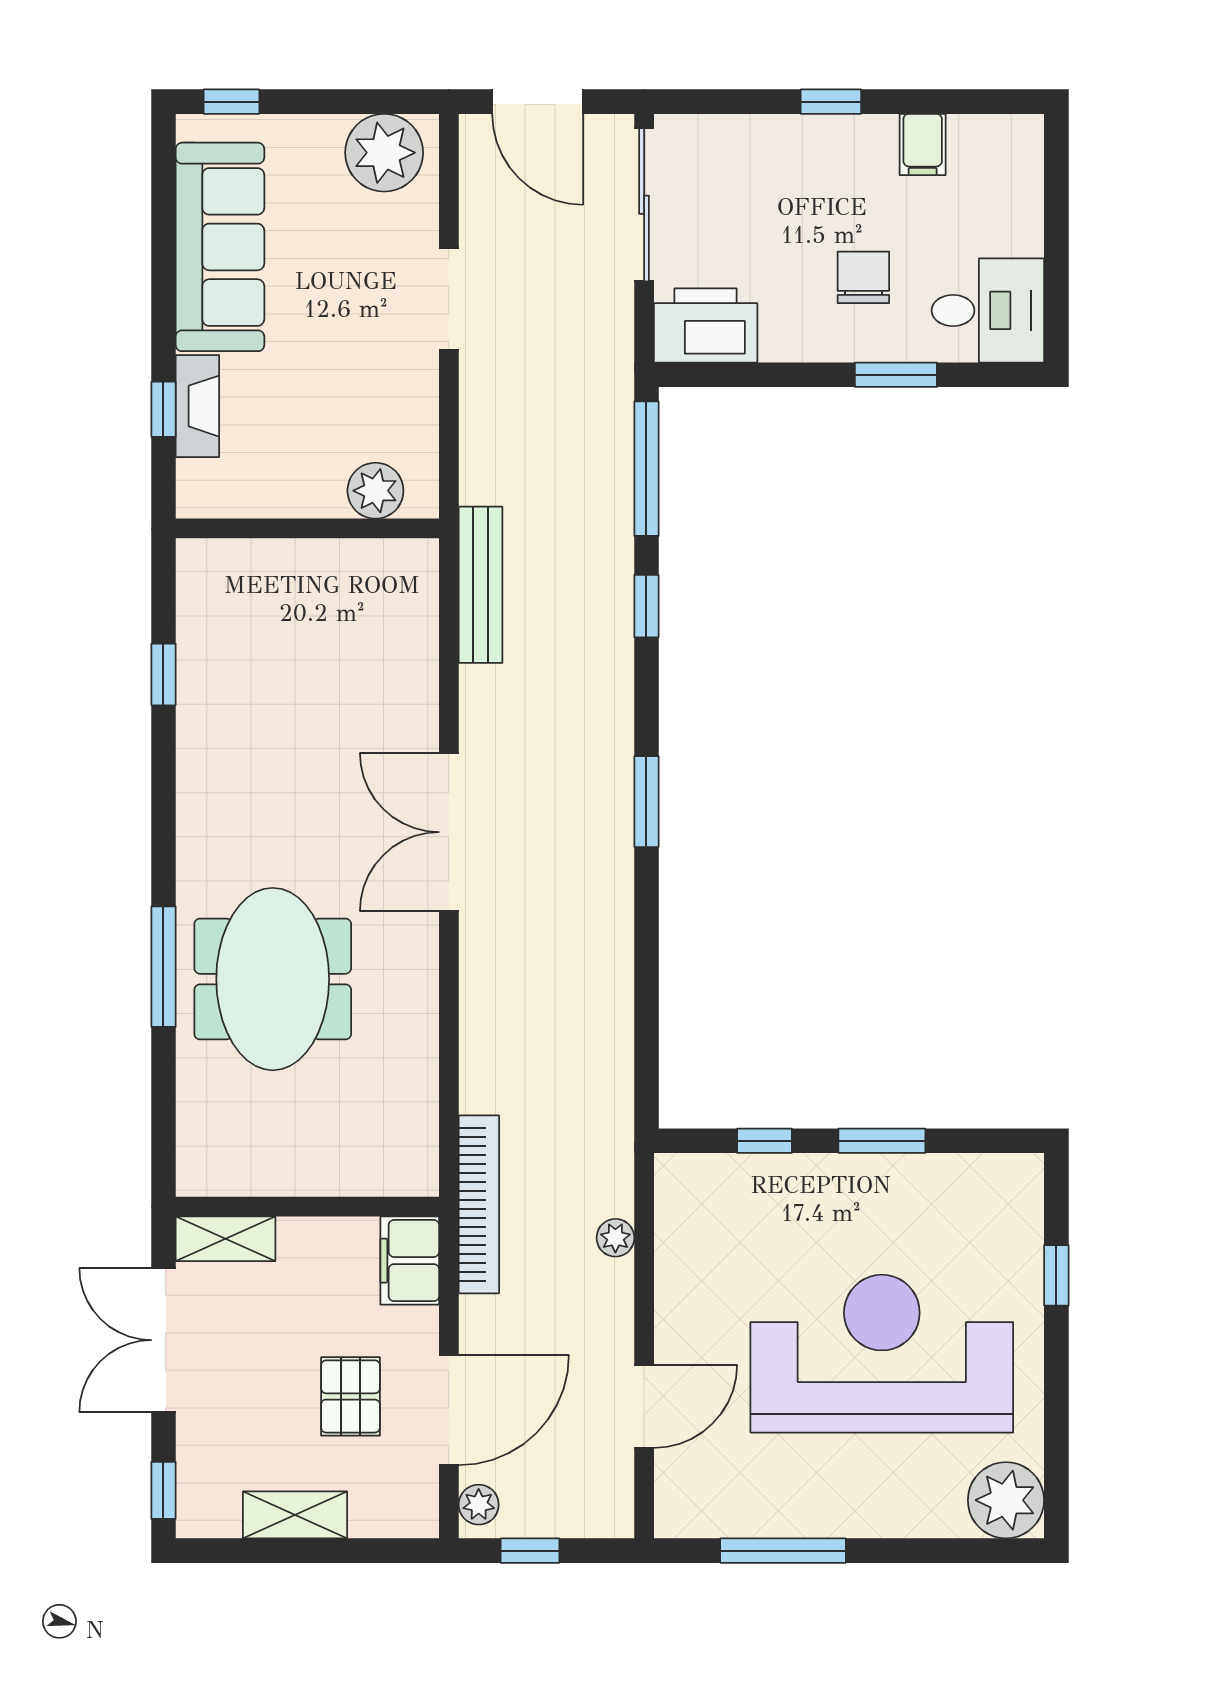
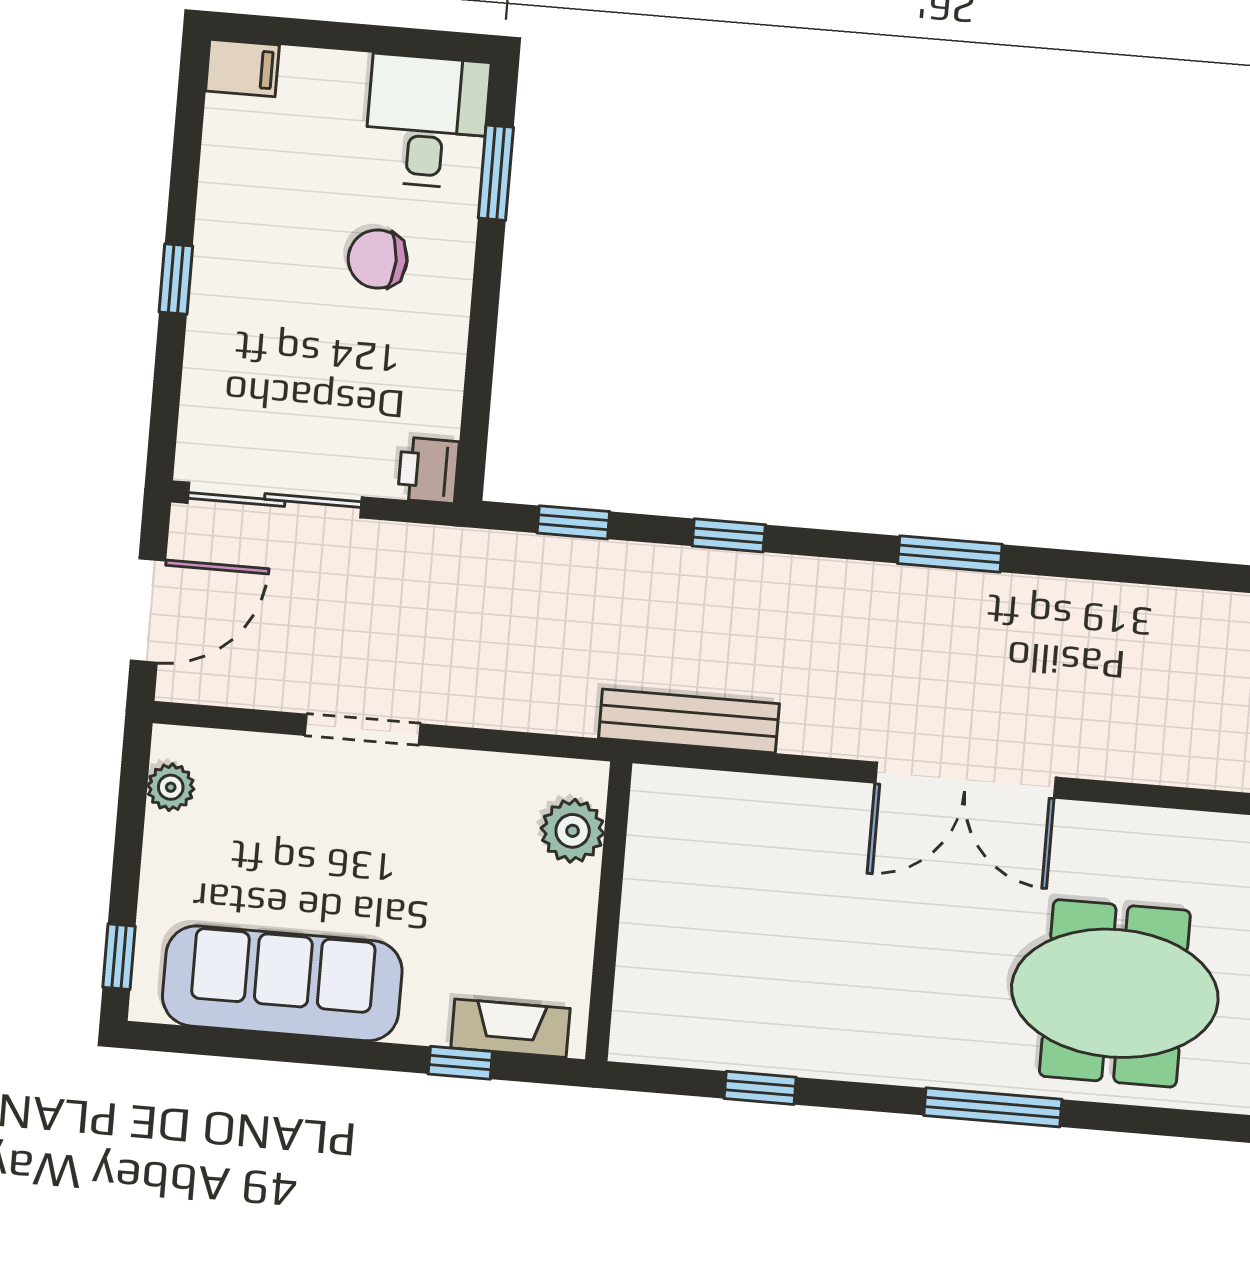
filing cabinet: (923, 144) -> (242, 68), moved
plant: (384, 153) -> (171, 787), width x0.53, depth x0.53
printer: (706, 325) -> (428, 470), width x0.53, depth x0.68
window: (896, 375) -> (496, 173), moved
fireplace: (197, 406) -> (510, 1028), moved
window: (646, 469) -> (573, 522), width x0.46
window: (163, 967) -> (993, 1107), moved

